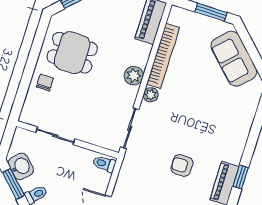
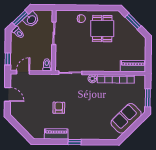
plant: (134, 76) -> (100, 66), removed
window: (241, 177) -> (75, 142), moved

